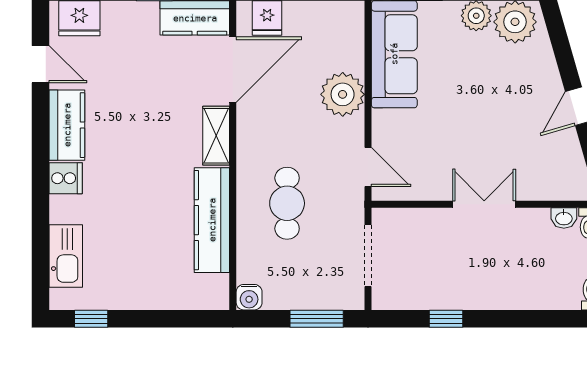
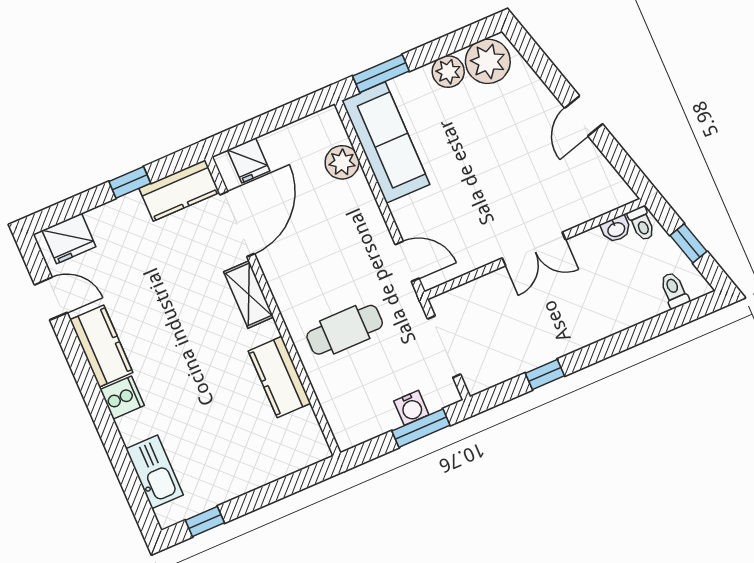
plant: (343, 94) -> (342, 162), moved, width x0.73, depth x0.73
cafe table: (287, 203) -> (345, 330), turned 90
double door: (484, 204) -> (534, 249), swing flipped
kitchen counter: (212, 220) -> (280, 377), width x0.67
water cooler: (249, 297) -> (411, 408), moved

